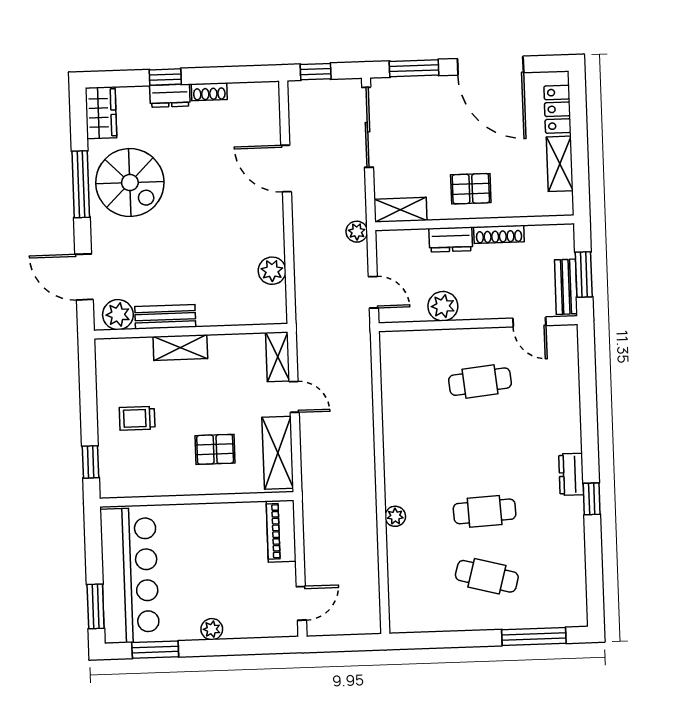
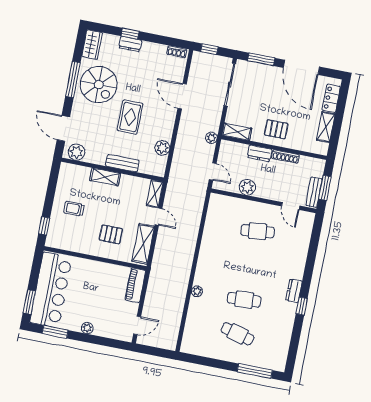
shoe rack: (209, 92) -> (177, 52), moved
rug: (200, 228) -> (130, 117), added
bench: (165, 317) -> (122, 163), moved

